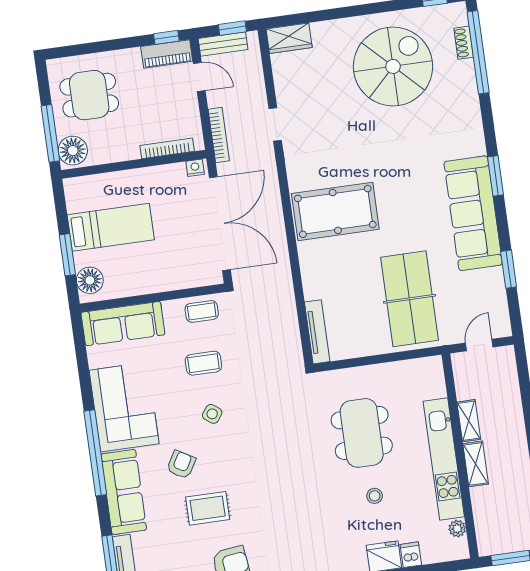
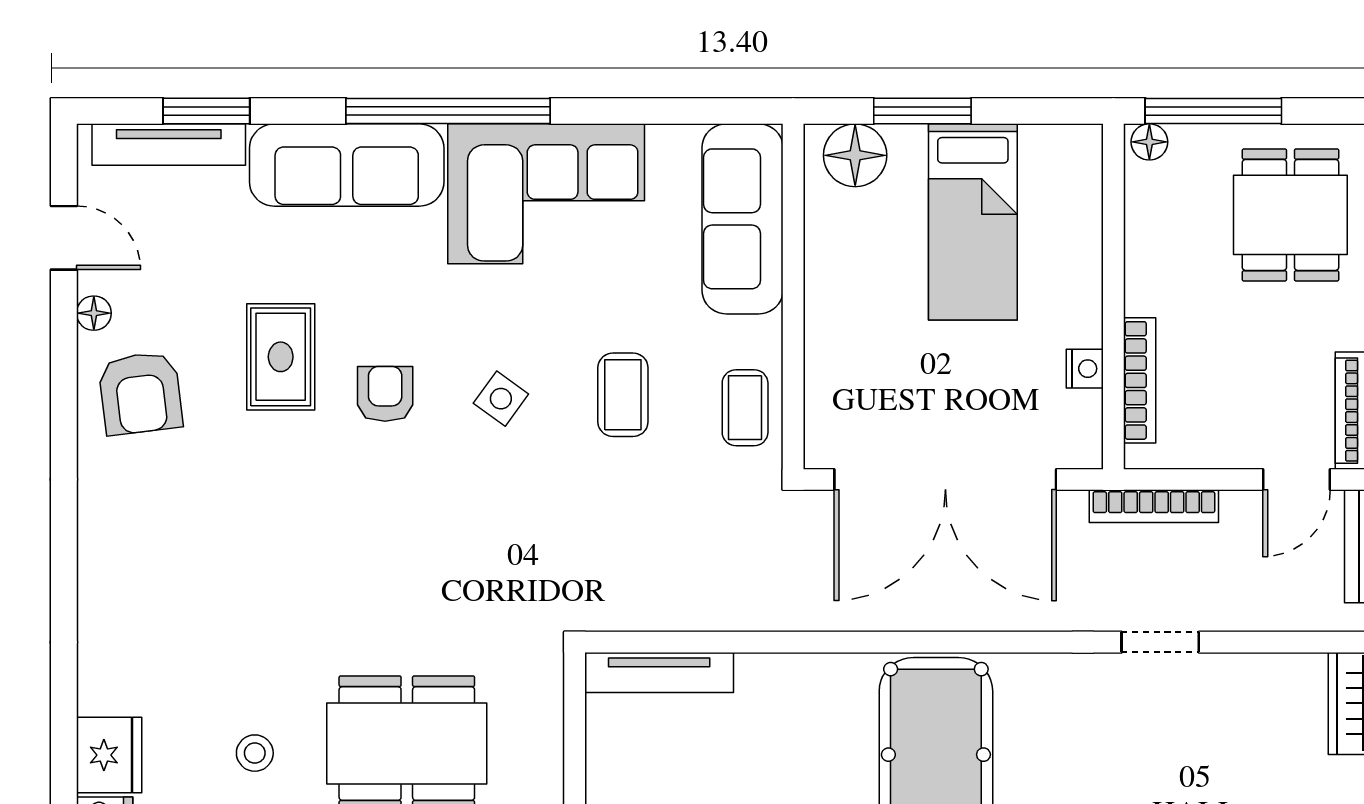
floor lamp: (73, 151) -> (1149, 142), width x0.53, depth x0.53
nightstand: (195, 168) -> (1085, 369), moved
armchair: (181, 465) -> (385, 394), moved, turned -120

